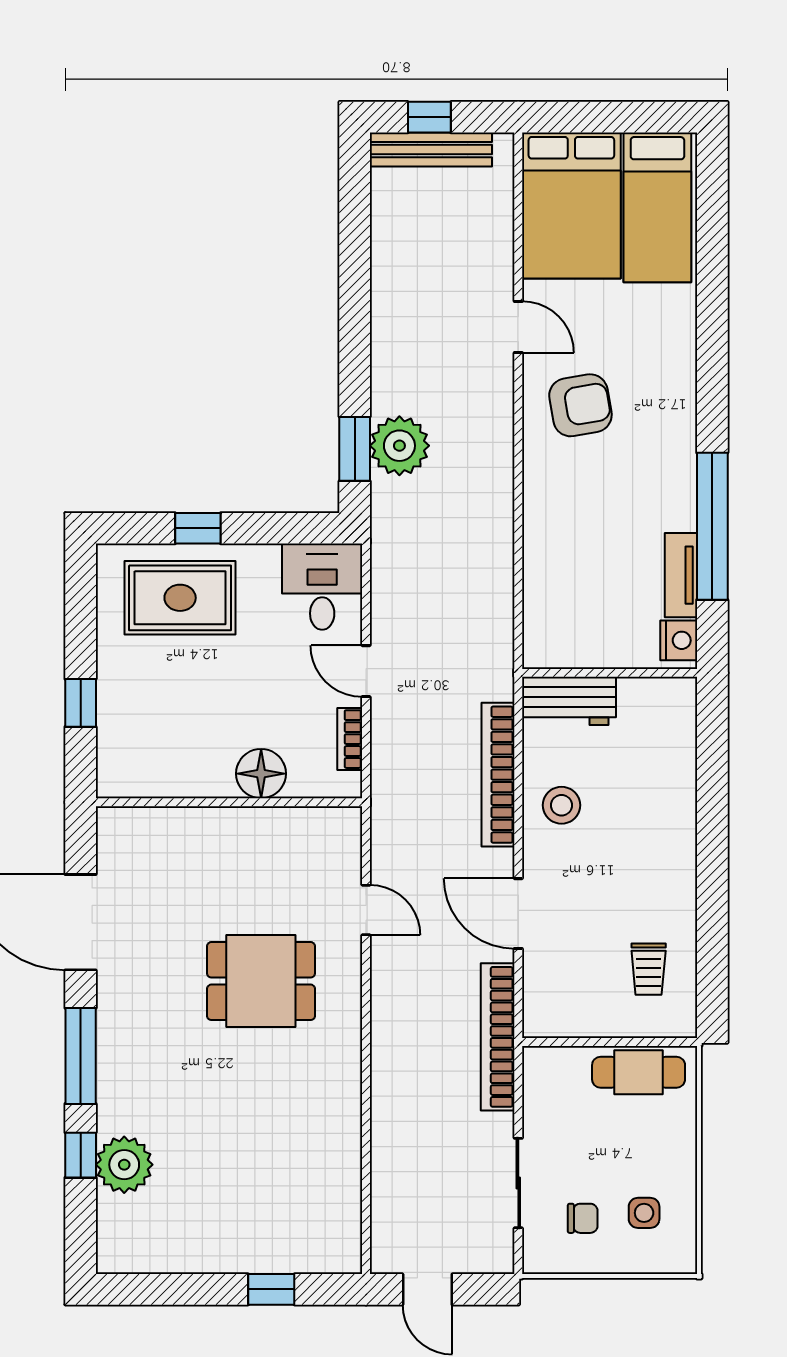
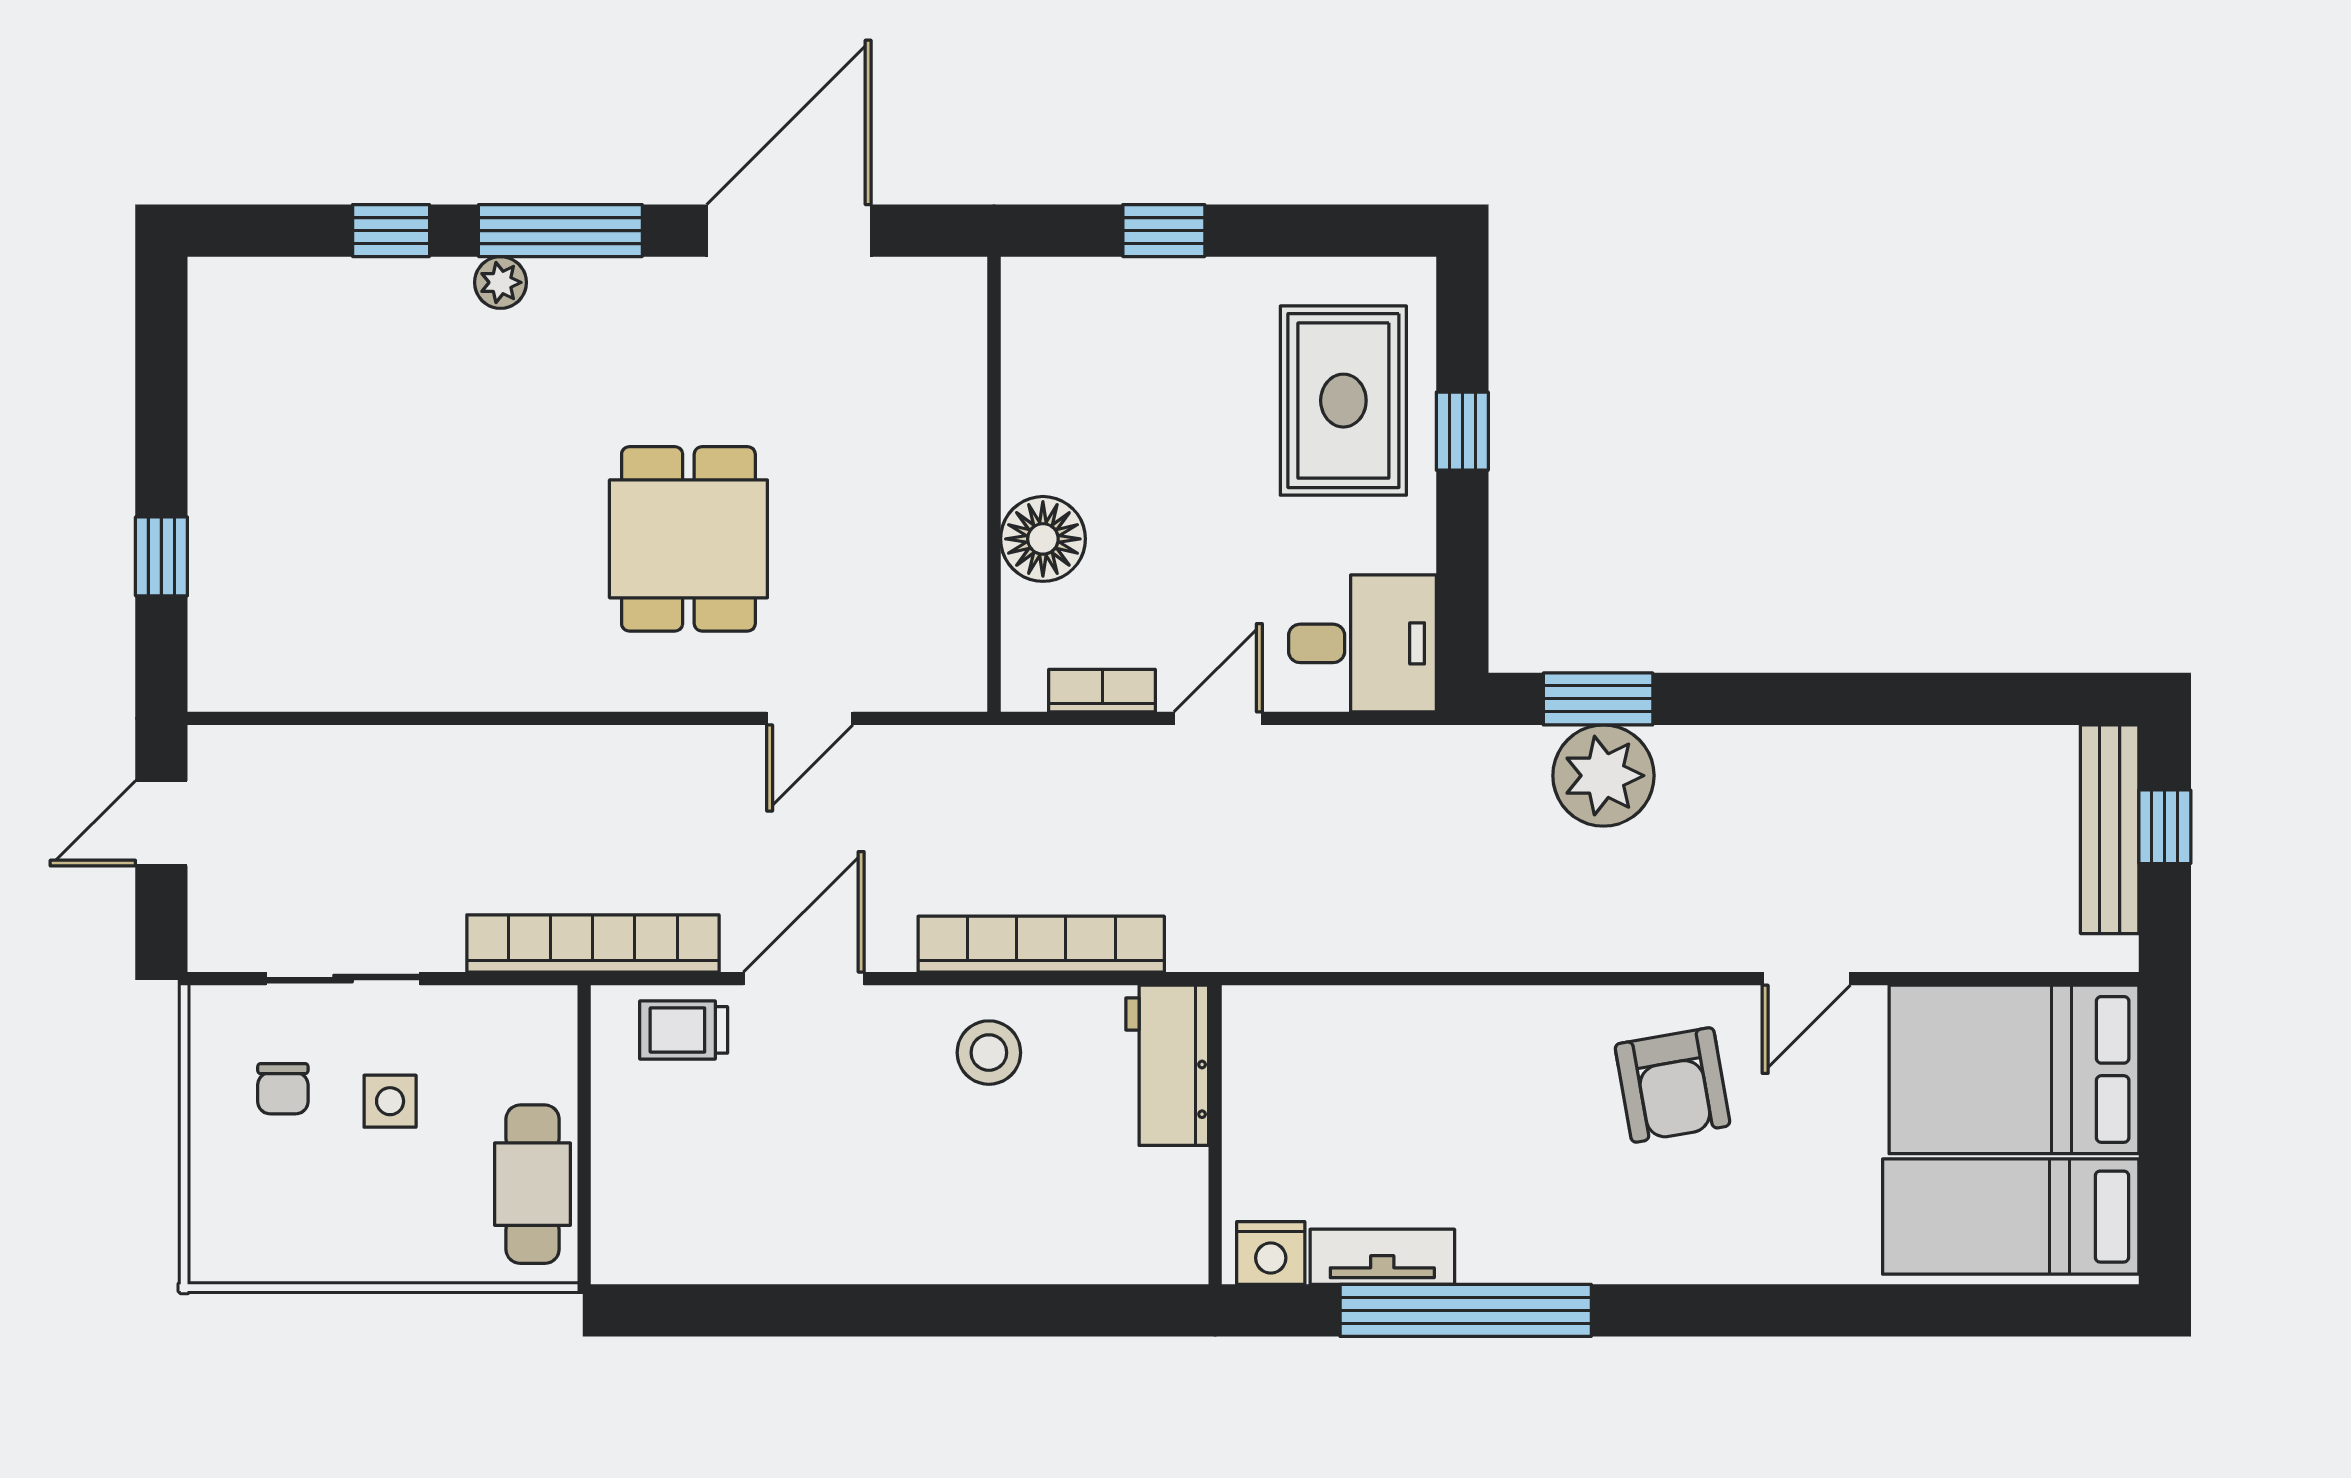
trolley: (649, 969) -> (684, 1030), moved
plant: (124, 1165) -> (500, 282), moved, width x0.53, depth x0.53
side table: (644, 1213) -> (390, 1101), moved

